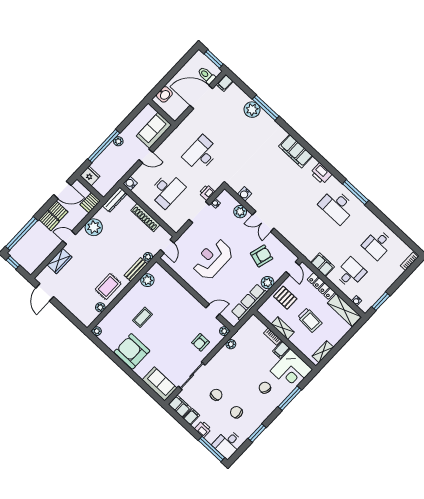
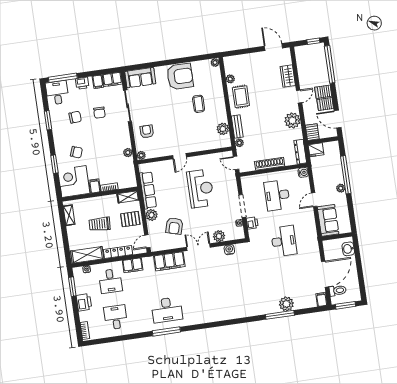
filing cabinet: (296, 151) -> (169, 261), moved, turned 180
printer: (321, 174) -> (84, 302), moved, turned 90
fridge: (90, 176) -> (316, 150), moved
door: (62, 190) -> (338, 119), hinge flipped
desk: (337, 206) -> (167, 310), turned 180
door: (292, 268) -> (147, 241), hinge flipped
door: (213, 311) -> (179, 156), moved
shelving: (283, 328) -> (128, 197), moved
window: (290, 398) -> (54, 164), width x0.69

